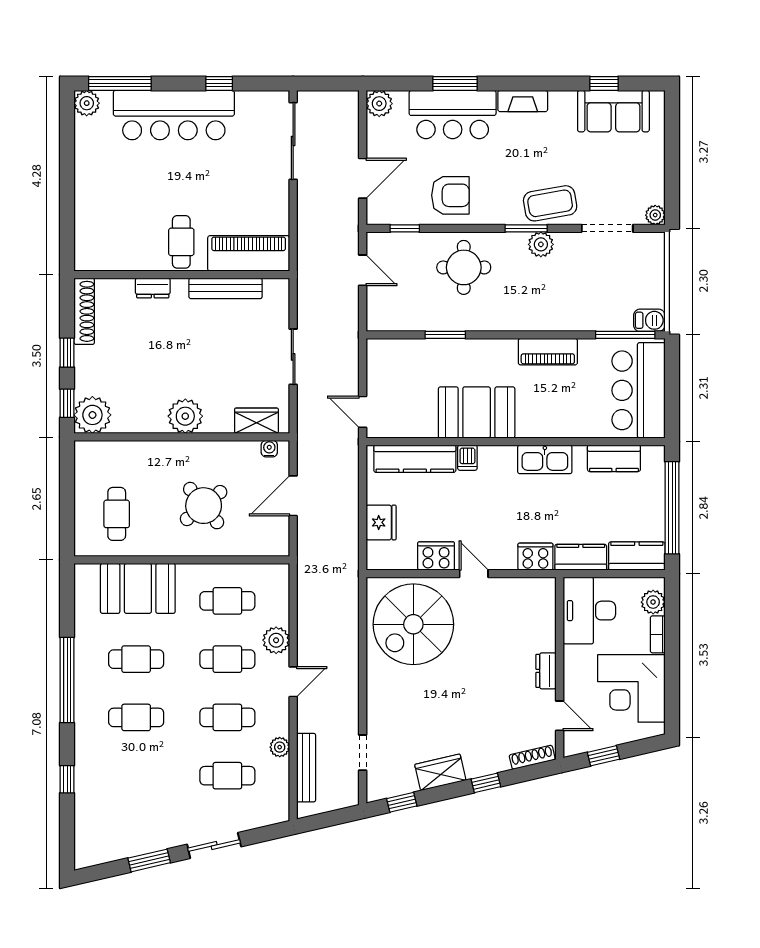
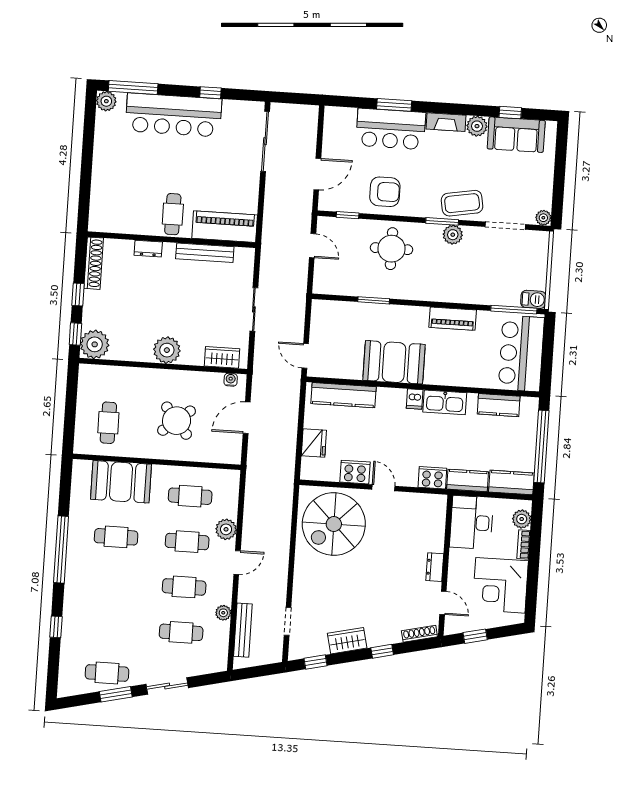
plant: (379, 104) -> (477, 126), moved
dishwasher: (467, 458) -> (415, 399), moved
cafe table: (136, 717) -> (107, 673), moved

